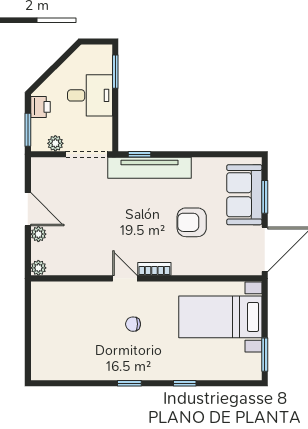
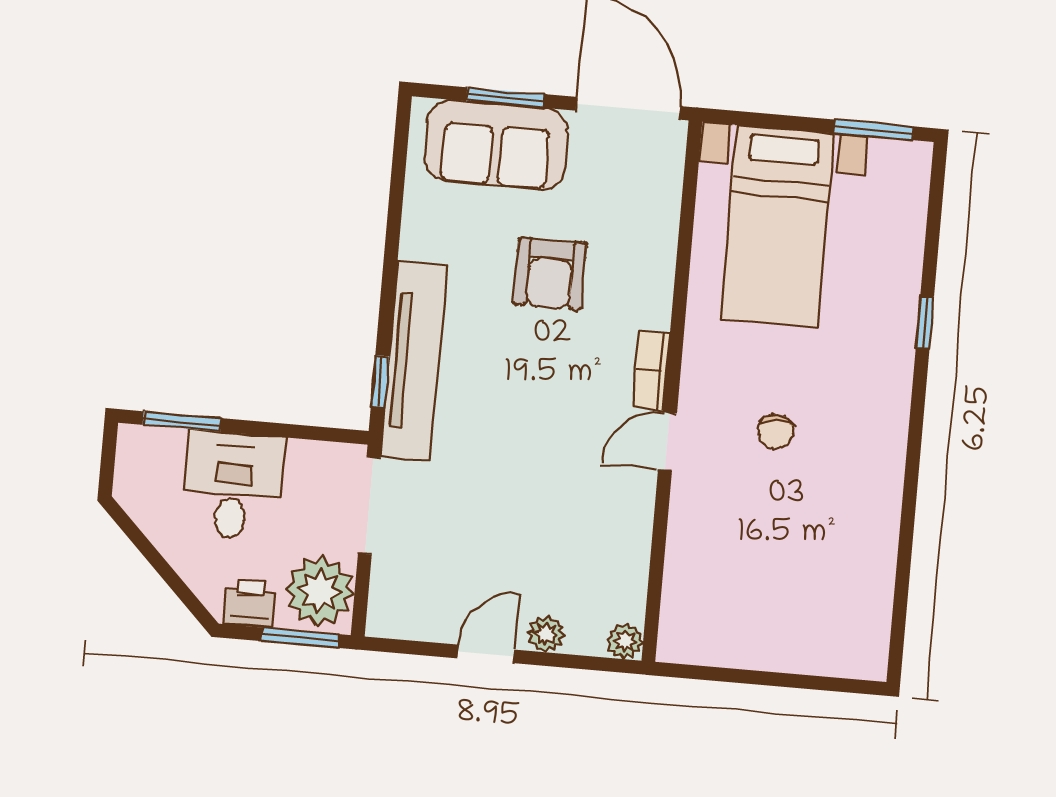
plant: (55, 143) -> (320, 591), width x1.88, depth x1.88
door: (28, 209) -> (486, 654), width x0.73
window: (129, 383) -> (914, 452), removed

